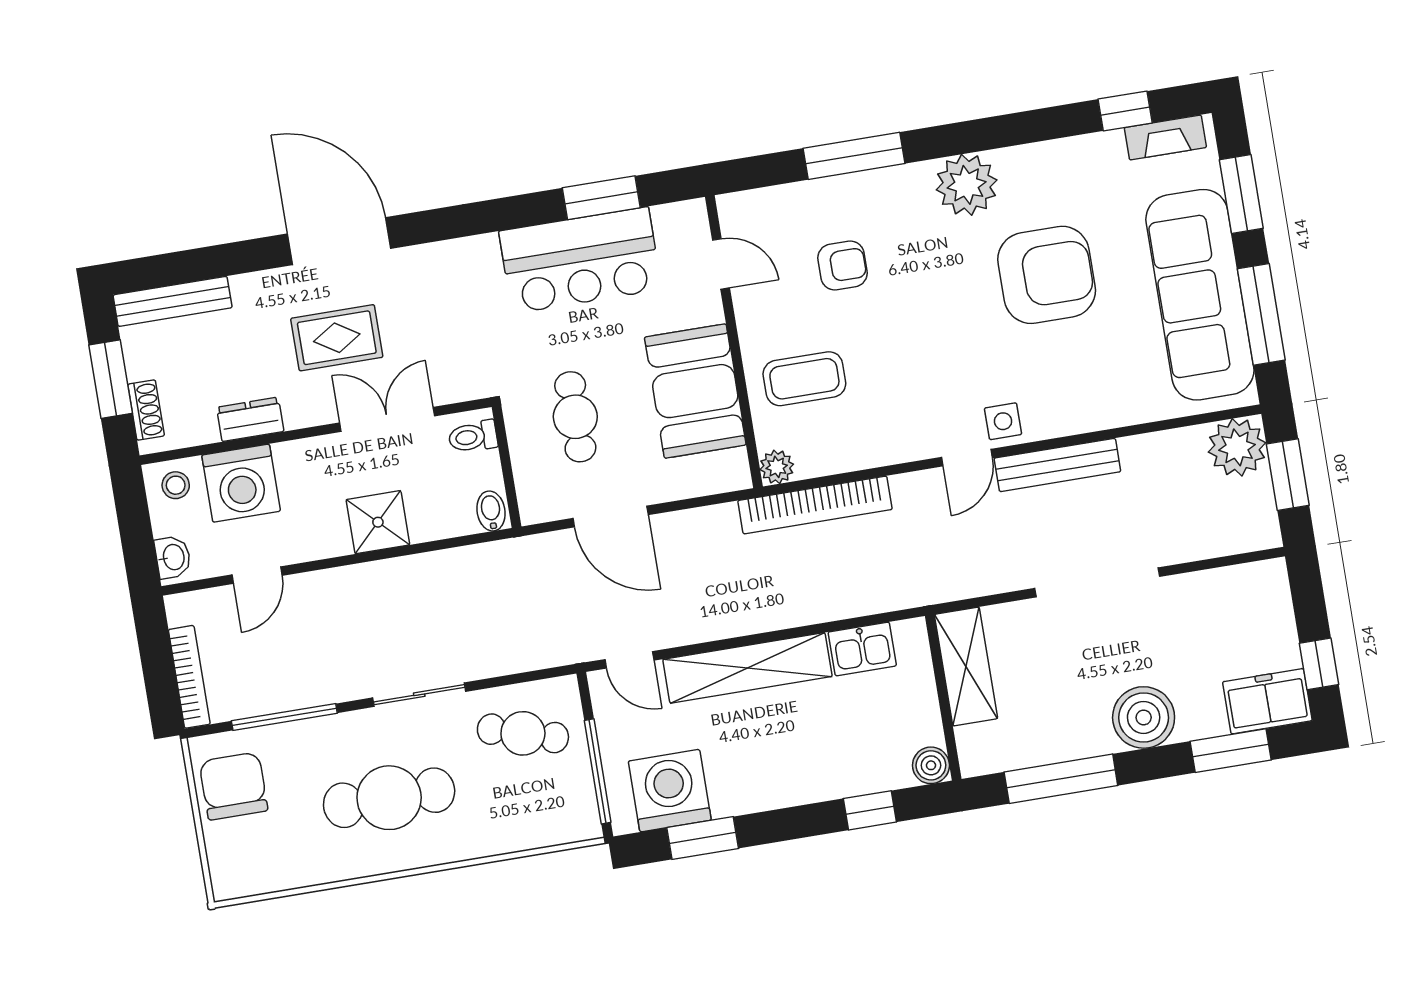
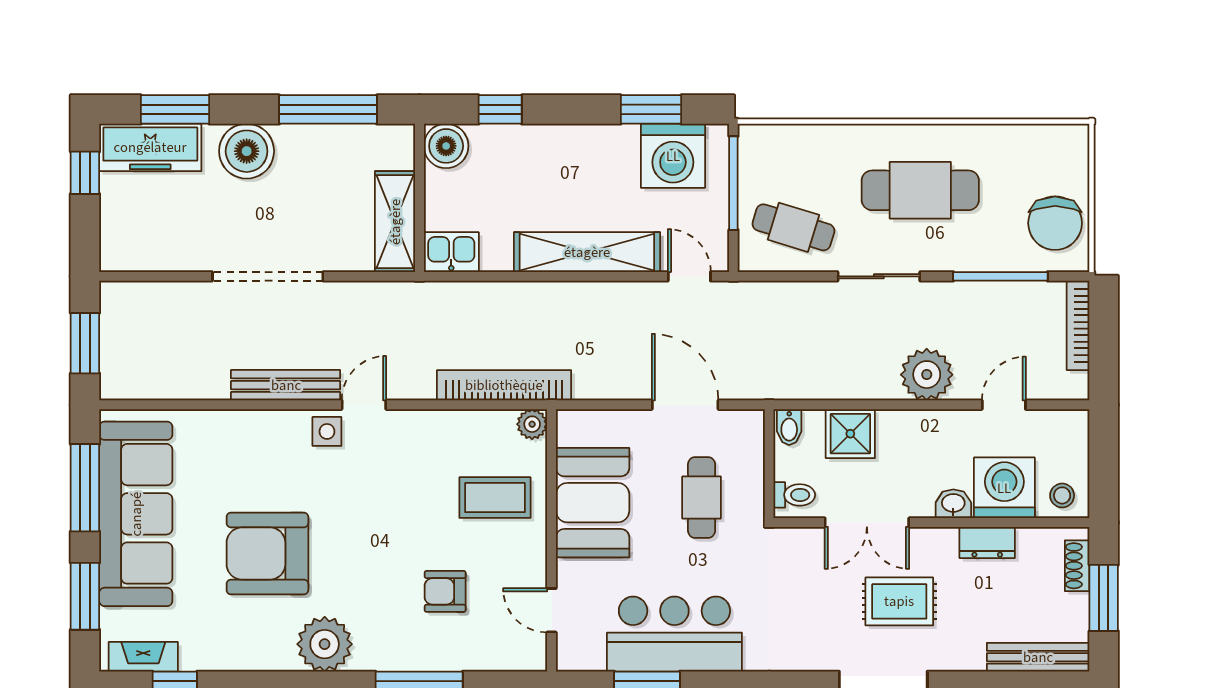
plant: (1237, 447) -> (927, 375), moved
shower: (378, 522) -> (850, 434), moved
washbasin: (173, 557) -> (953, 504), moved, turned 90
kitchen sink: (862, 649) -> (451, 252), moved
freezer: (1267, 701) -> (150, 147), width x1.40
boiler: (931, 765) -> (446, 146), width x1.36, depth x1.36

